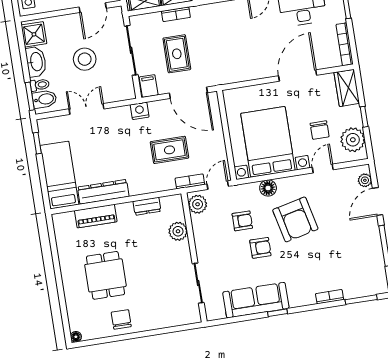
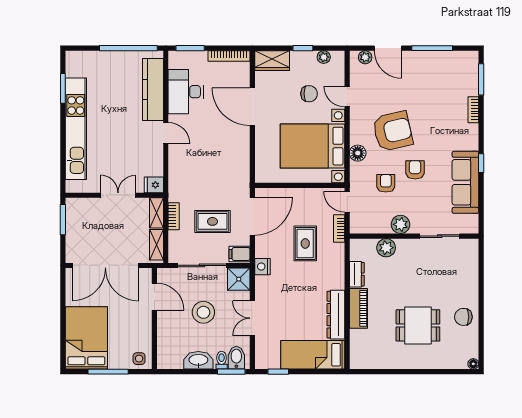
shower: (34, 34) -> (239, 279), moved
plant: (353, 140) -> (324, 57), width x0.53, depth x0.53
plant: (198, 204) -> (400, 224), moved
piano: (96, 216) -> (359, 308), moved

